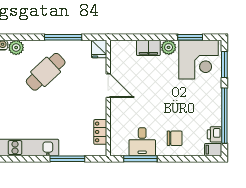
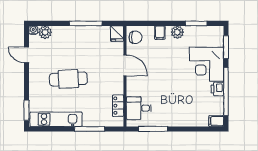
filing cabinet: (148, 48) -> (160, 33), width x0.50
corner desk: (199, 60) -> (207, 64), moved, turned 90
cafe table: (46, 72) -> (68, 79), moved, turned 40
printer: (215, 134) -> (217, 89), moved
chair: (175, 138) -> (135, 37), moved
desk: (142, 142) -> (139, 108), moved, turned 90

